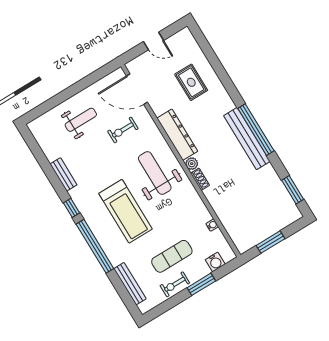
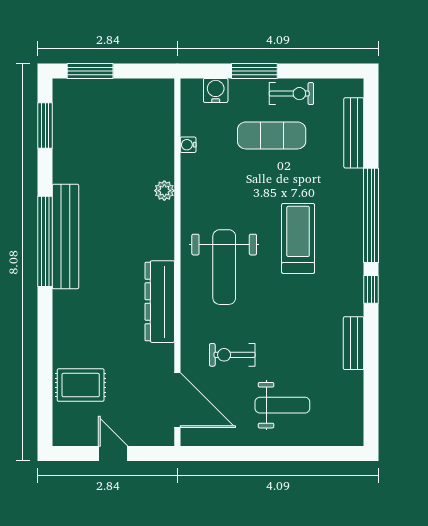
rug: (191, 82) -> (81, 385), moved, turned 90
weight bench: (81, 120) -> (282, 405), turned 180
exercise bike: (123, 130) -> (232, 355), turned 180
plant: (192, 164) -> (164, 191), moved
shoe rack: (200, 179) -> (166, 220), removed
treadmill: (126, 211) -> (298, 238), width x0.73, depth x0.73
window: (271, 242) -> (90, 71), moved

